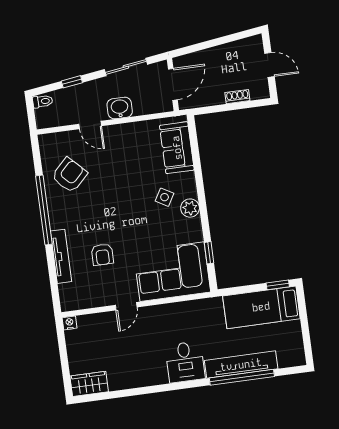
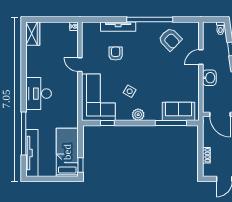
window: (196, 157) -> (171, 123), added
side table: (165, 197) -> (130, 91), moved
armchair: (102, 255) -> (116, 54), turned 90
desk: (185, 362) -> (39, 94), width x1.37
tv unit: (241, 365) -> (32, 153), moved

